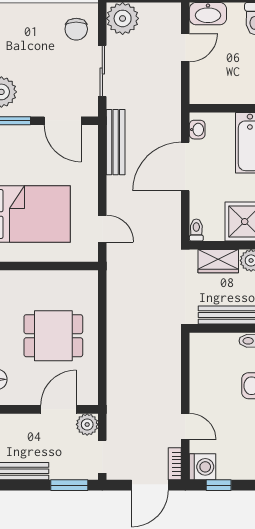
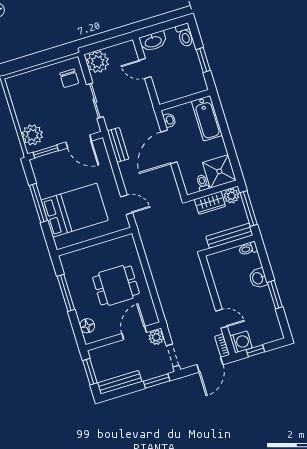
door: (185, 48) -> (145, 68), swing flipped
bench: (116, 142) -> (118, 145), width x0.73
toilet: (196, 230) -> (203, 183), moved

